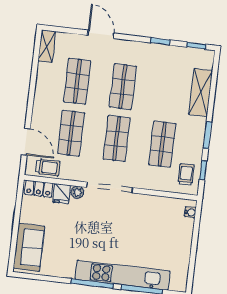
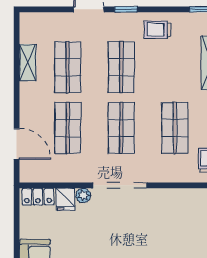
window: (160, 41) -> (126, 9), moved
shelving: (47, 46) -> (28, 63), moved
trolley: (48, 167) -> (158, 30), moved, turned 180

